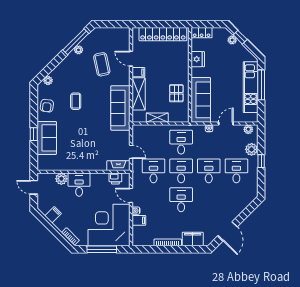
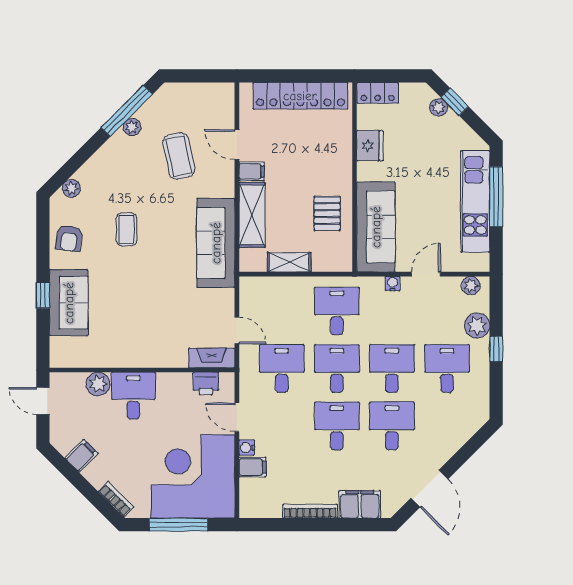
desk: (209, 200) -> (392, 426), added

